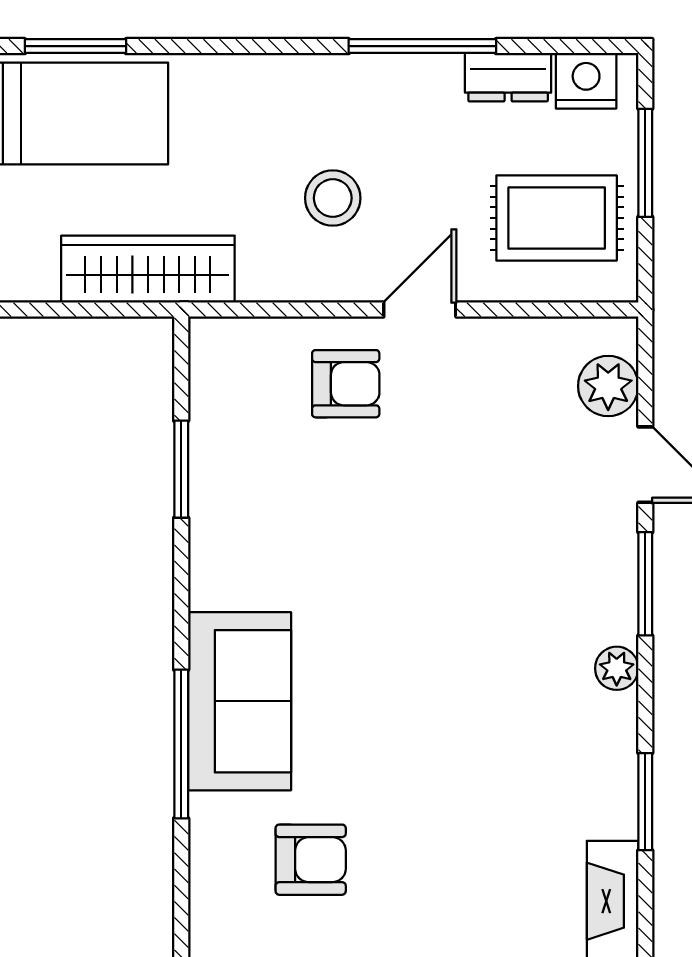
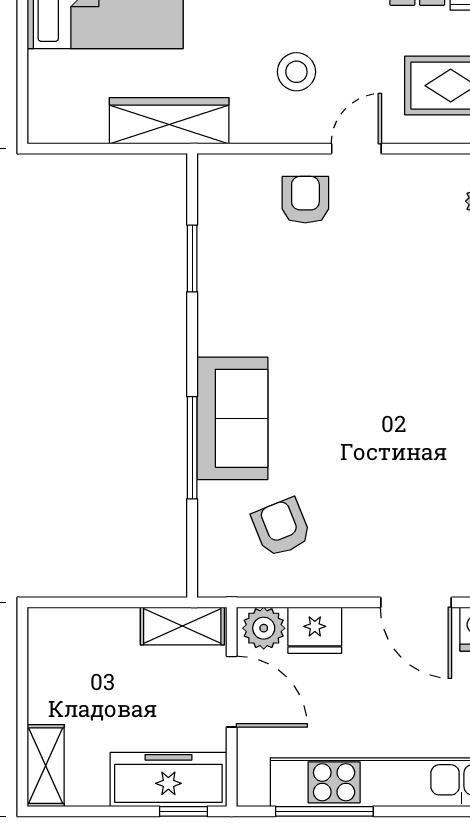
armchair: (346, 384) -> (305, 200), turned -90
armchair: (311, 860) -> (281, 527), turned -112

